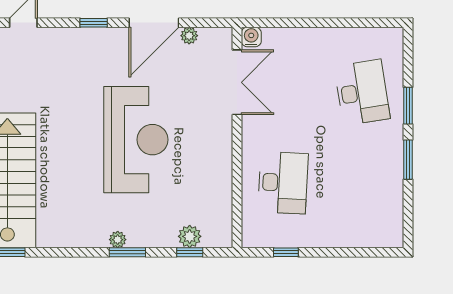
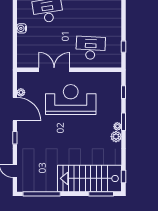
water cooler: (251, 37) -> (22, 28), moved
double door: (237, 82) -> (54, 70), moved
reception desk: (136, 140) -> (71, 100), moved
plant: (190, 236) -> (116, 137), moved

